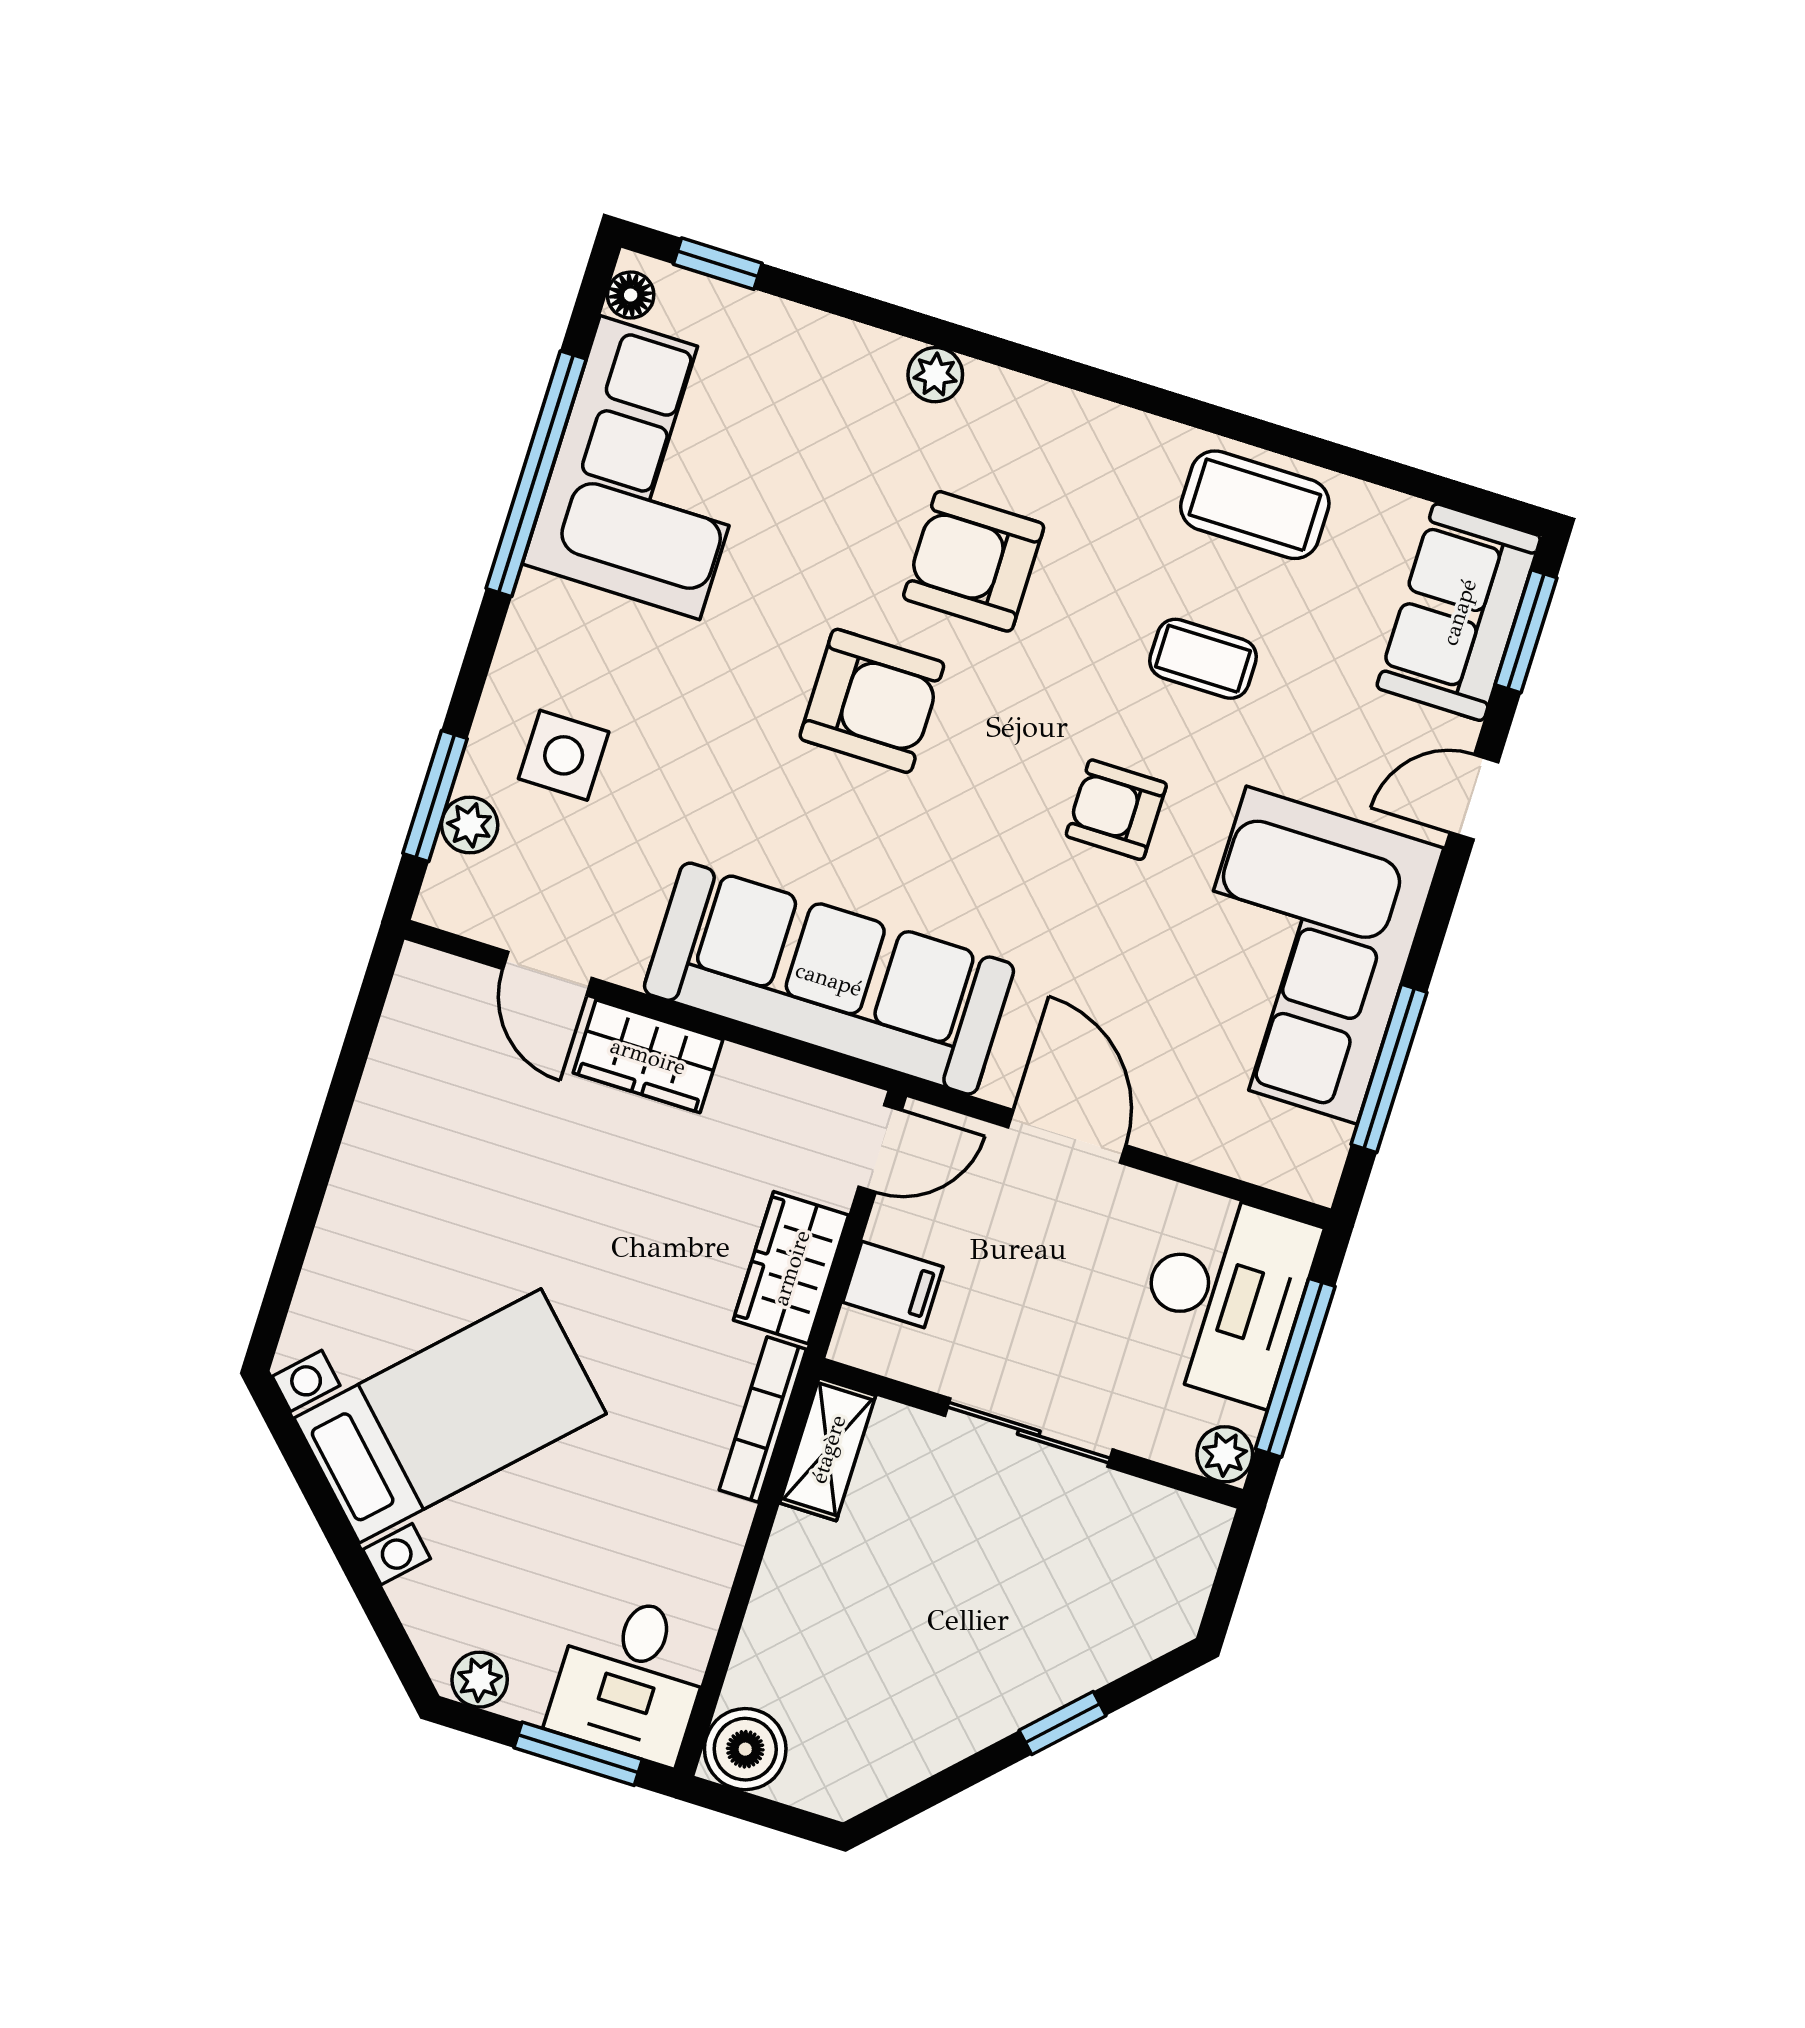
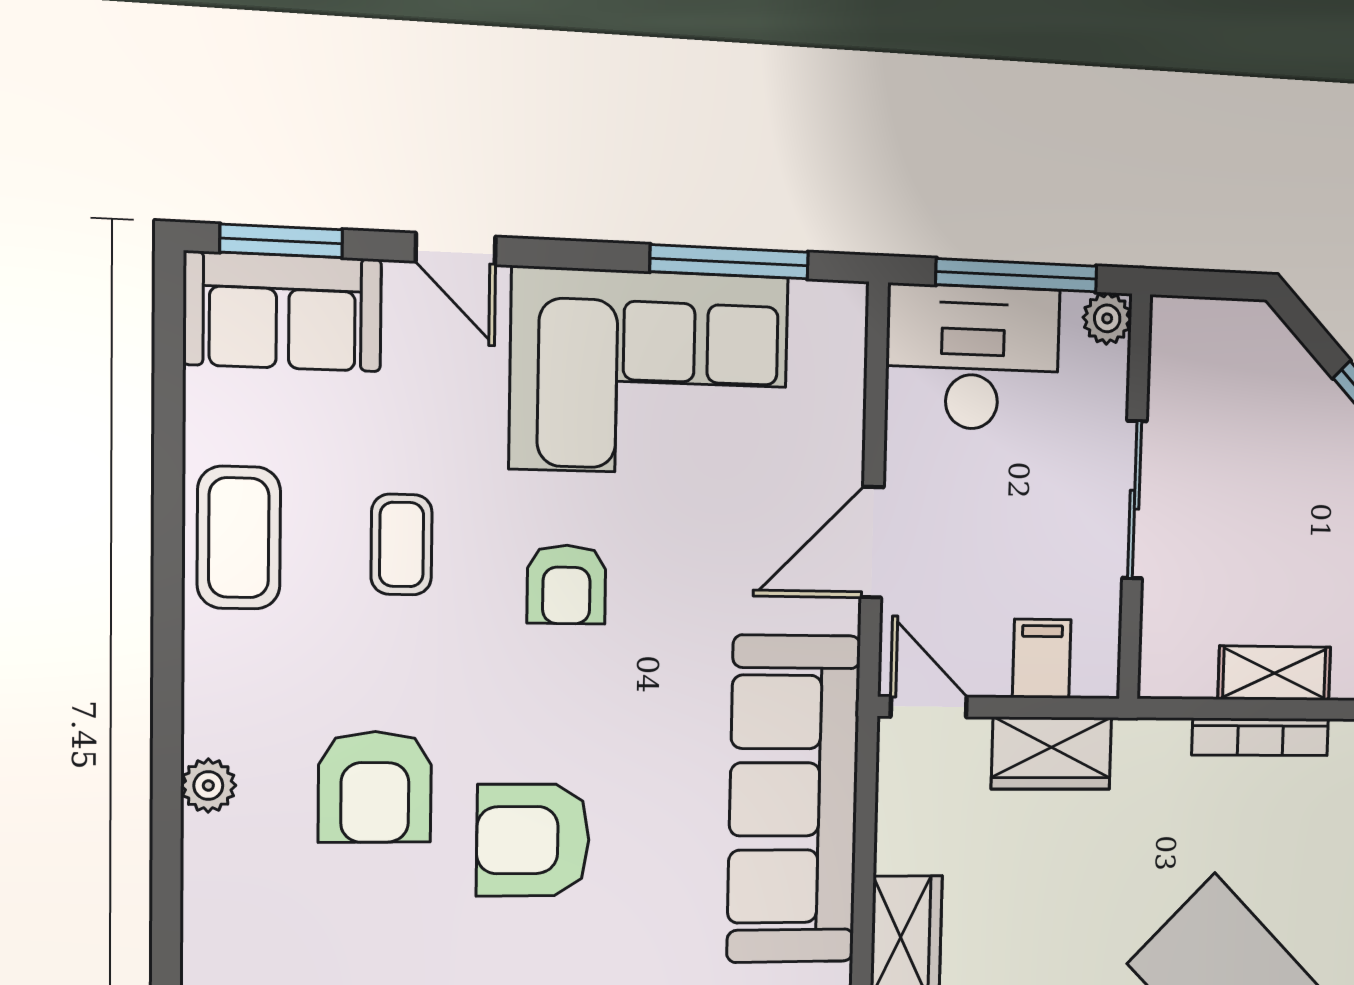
plant: (935, 375) -> (208, 786), moved
armchair: (872, 701) -> (533, 840), turned -90
bookcase: (763, 1420) -> (1260, 737), moved
shelving: (828, 1449) -> (1274, 673), moved

